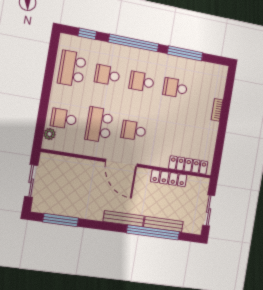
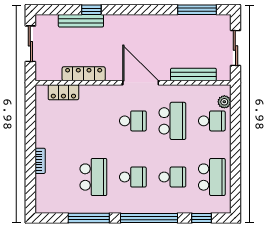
school desk: (175, 88) -> (93, 177), width x1.85
locker: (188, 165) -> (63, 92), width x0.66
bench: (124, 219) -> (193, 74), moved
window: (153, 232) -> (91, 10), width x0.32

